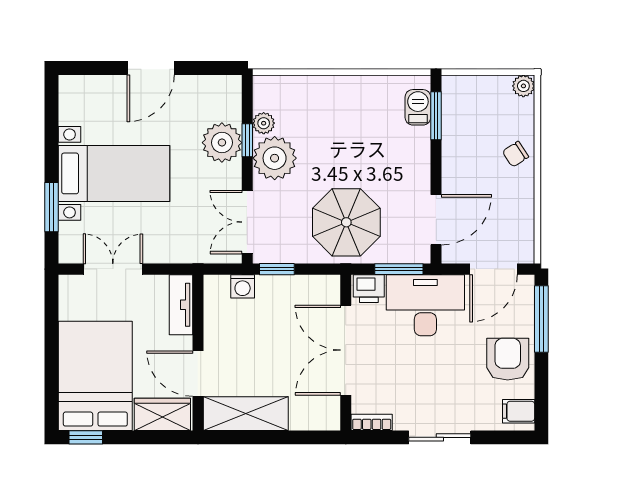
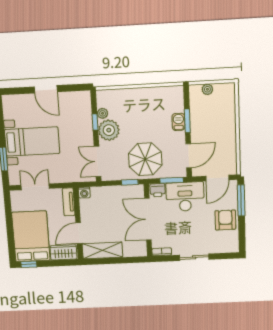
door: (151, 68) -> (46, 89), hinge flipped
plant: (523, 86) -> (207, 89), moved
barbecue: (418, 107) -> (178, 122), moved
window: (436, 116) -> (187, 121), moved
plant: (222, 143) -> (83, 124), removed
chair: (515, 154) -> (227, 122), removed
window: (277, 269) -> (130, 182), moved
washing machine: (243, 286) -> (84, 193), moved
door: (198, 374) -> (79, 233), hinge flipped
filing cabinet: (519, 411) -> (231, 244), removed

